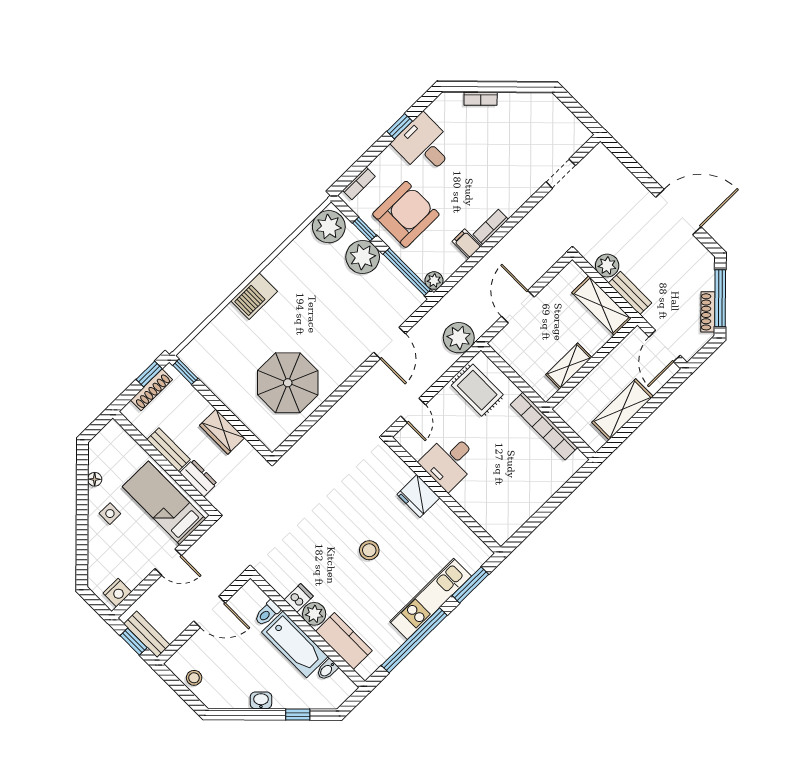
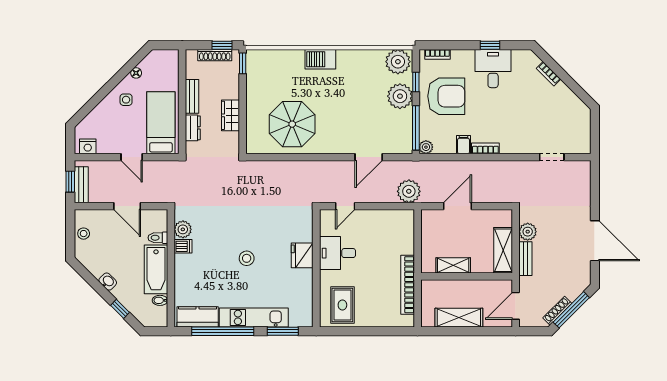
rug: (477, 390) -> (342, 305), moved
plant: (314, 614) -> (183, 229), moved
kitchen counter: (344, 641) -> (198, 317), moved, turned -90

